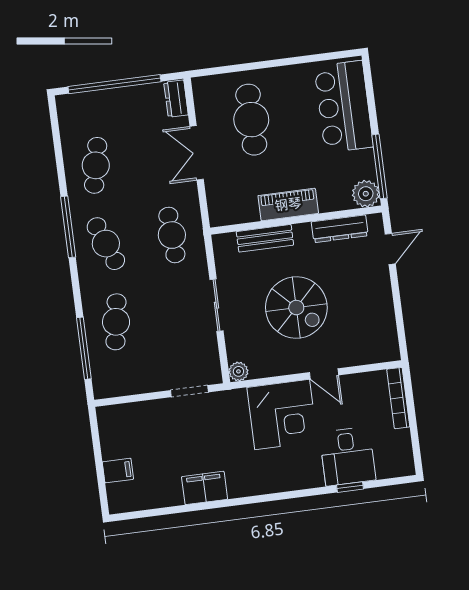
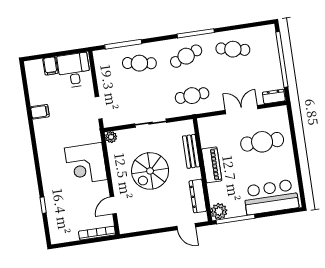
door: (324, 374) -> (113, 205), moved
desk: (348, 456) -> (74, 70), moved, turned 90
filing cabinet: (205, 488) -> (40, 112), width x0.50

